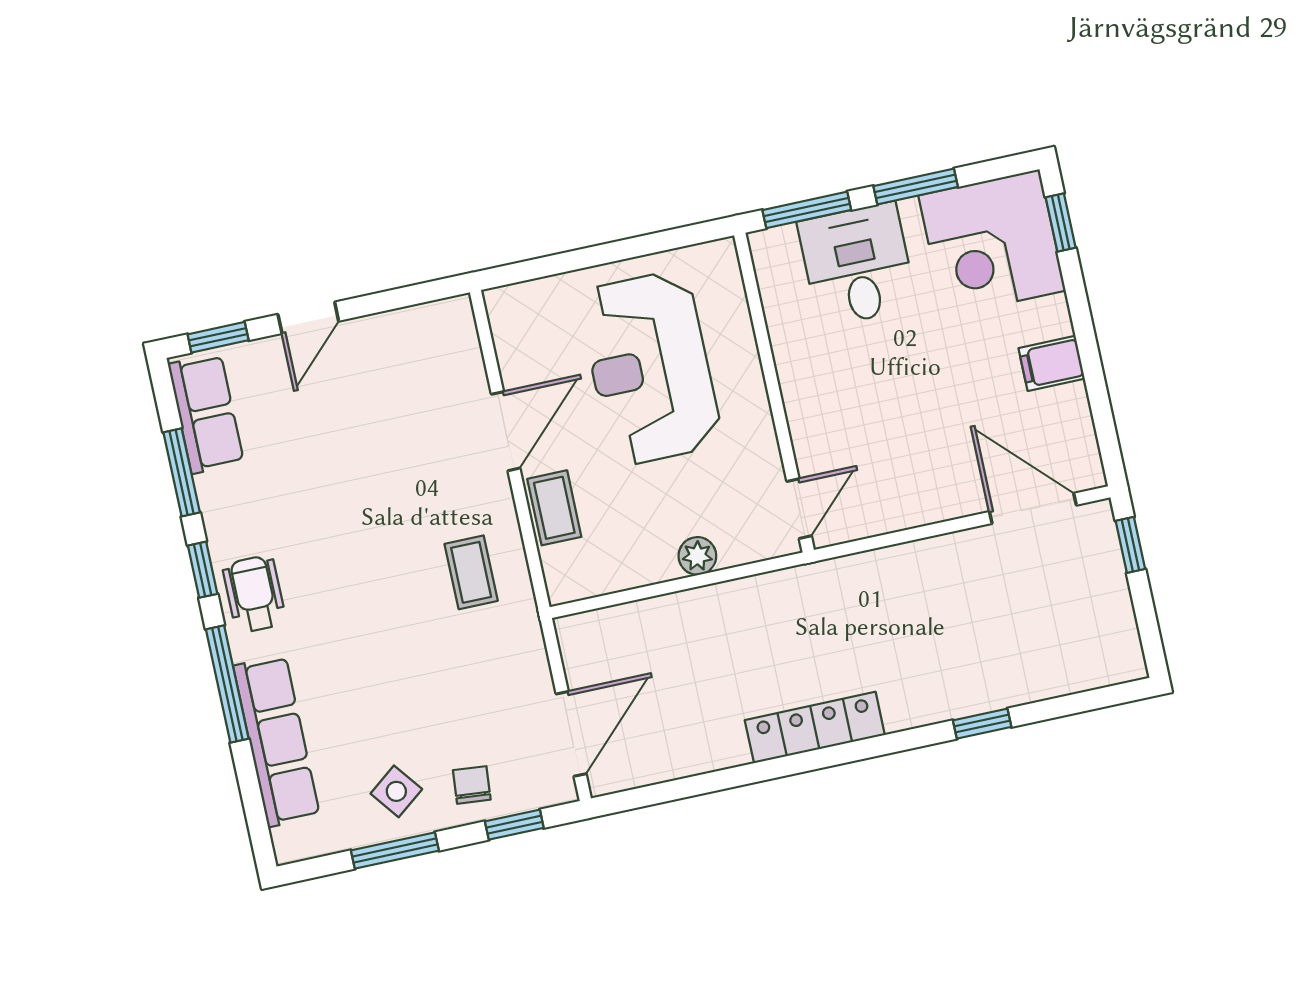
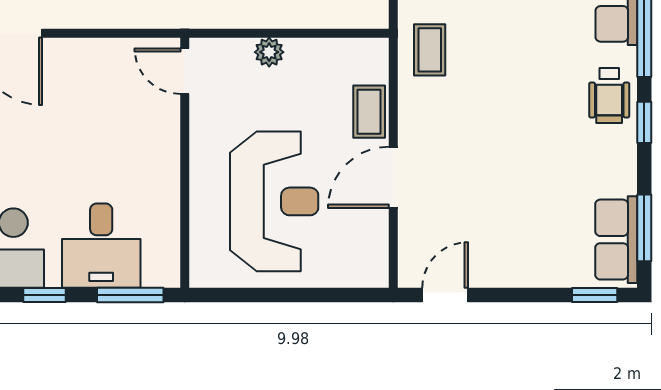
window: (916, 186) -> (44, 295), width x0.67
door: (308, 318) -> (445, 295), moved
window: (182, 472) -> (644, 228), moved
door: (799, 509) -> (185, 71), hinge flipped
coffee table: (471, 572) -> (430, 50), moved

